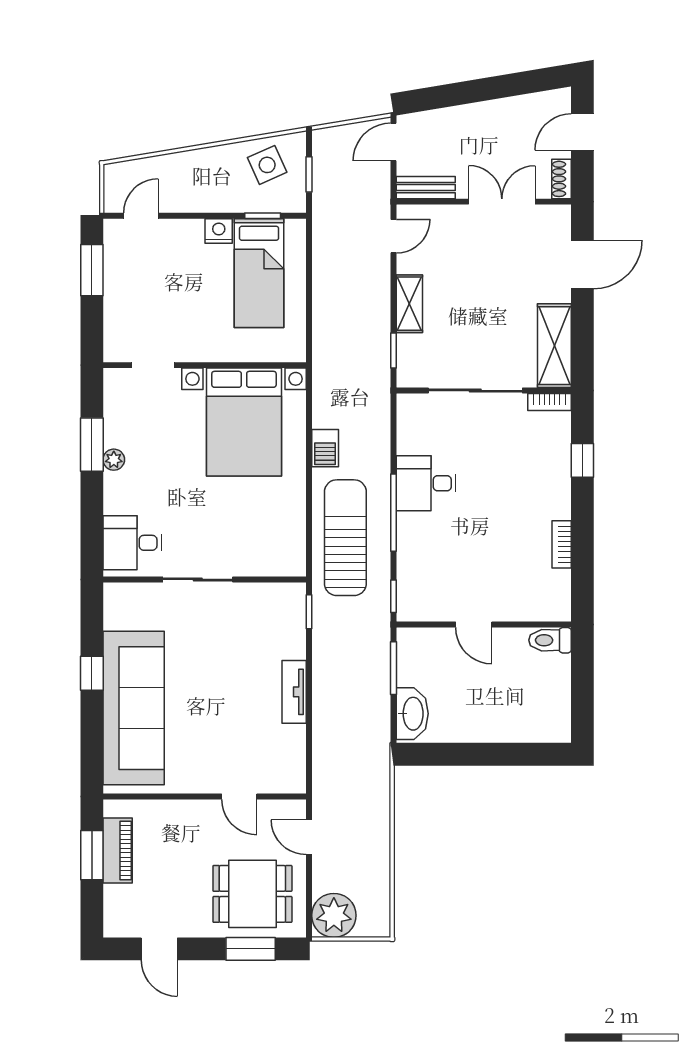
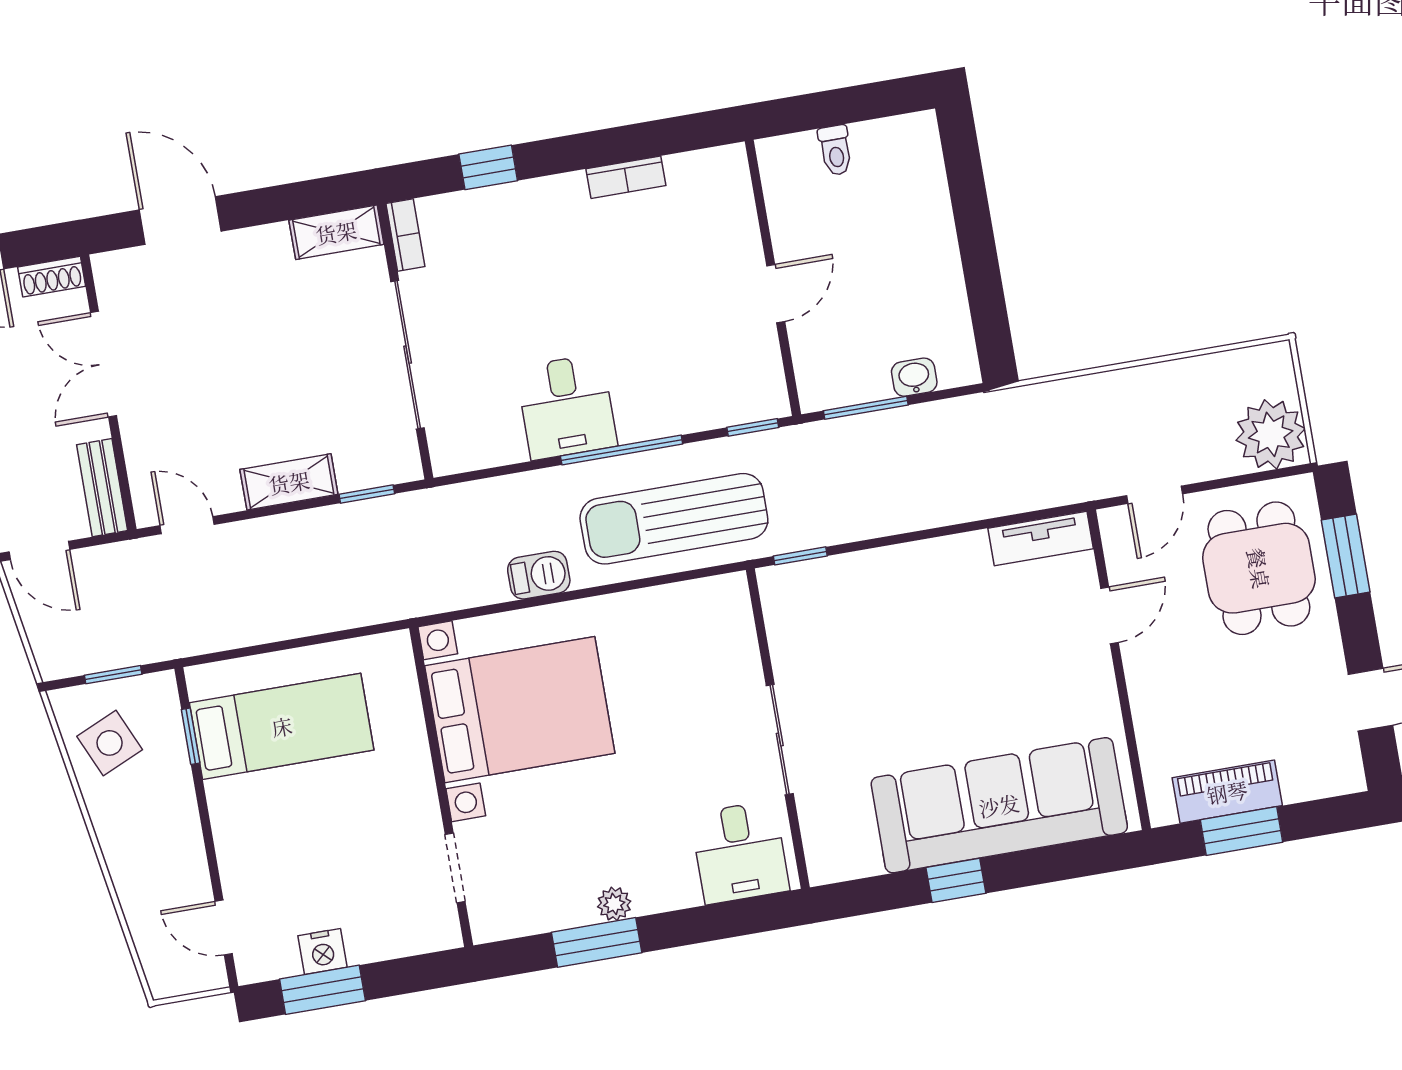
nightstand: (219, 231) -> (323, 951), moved, turned -90
shelving: (554, 346) -> (336, 232), width x0.67, depth x0.75
toilet: (550, 640) -> (835, 150), moved, width x0.73, depth x0.72
tv unit: (294, 692) -> (1041, 538), moved
washbasin: (412, 714) -> (914, 377), width x0.52, depth x0.69

